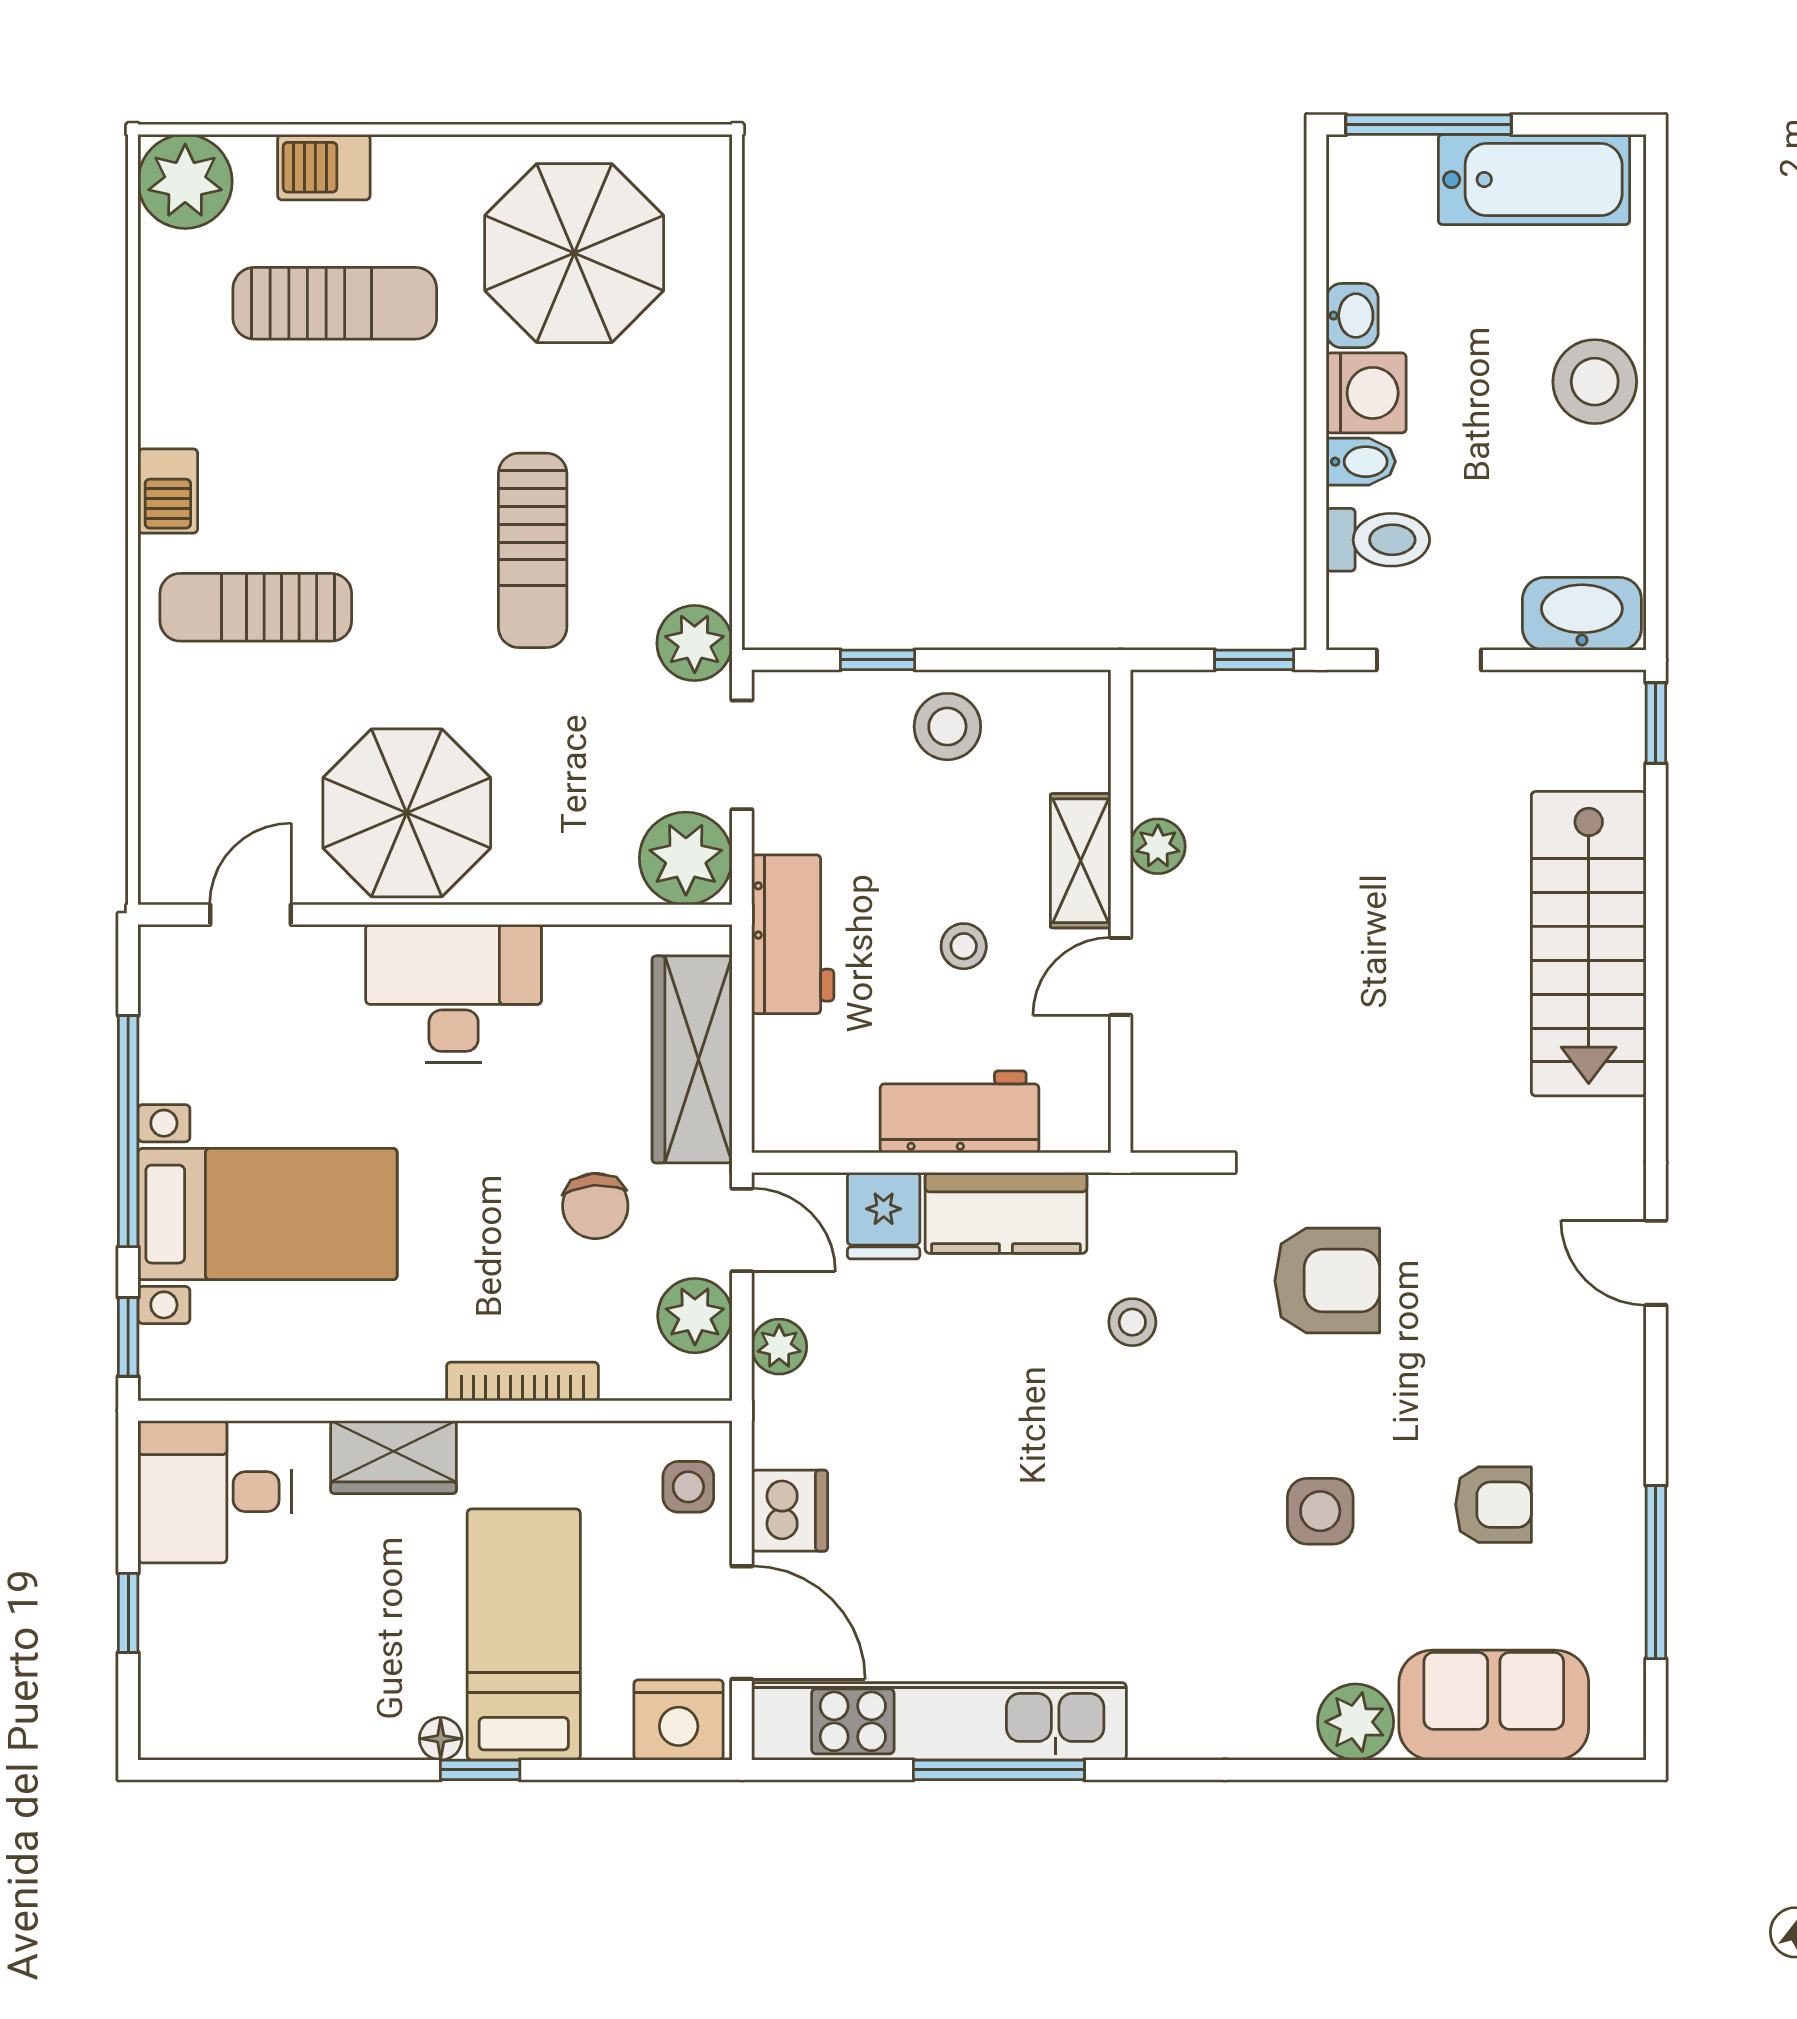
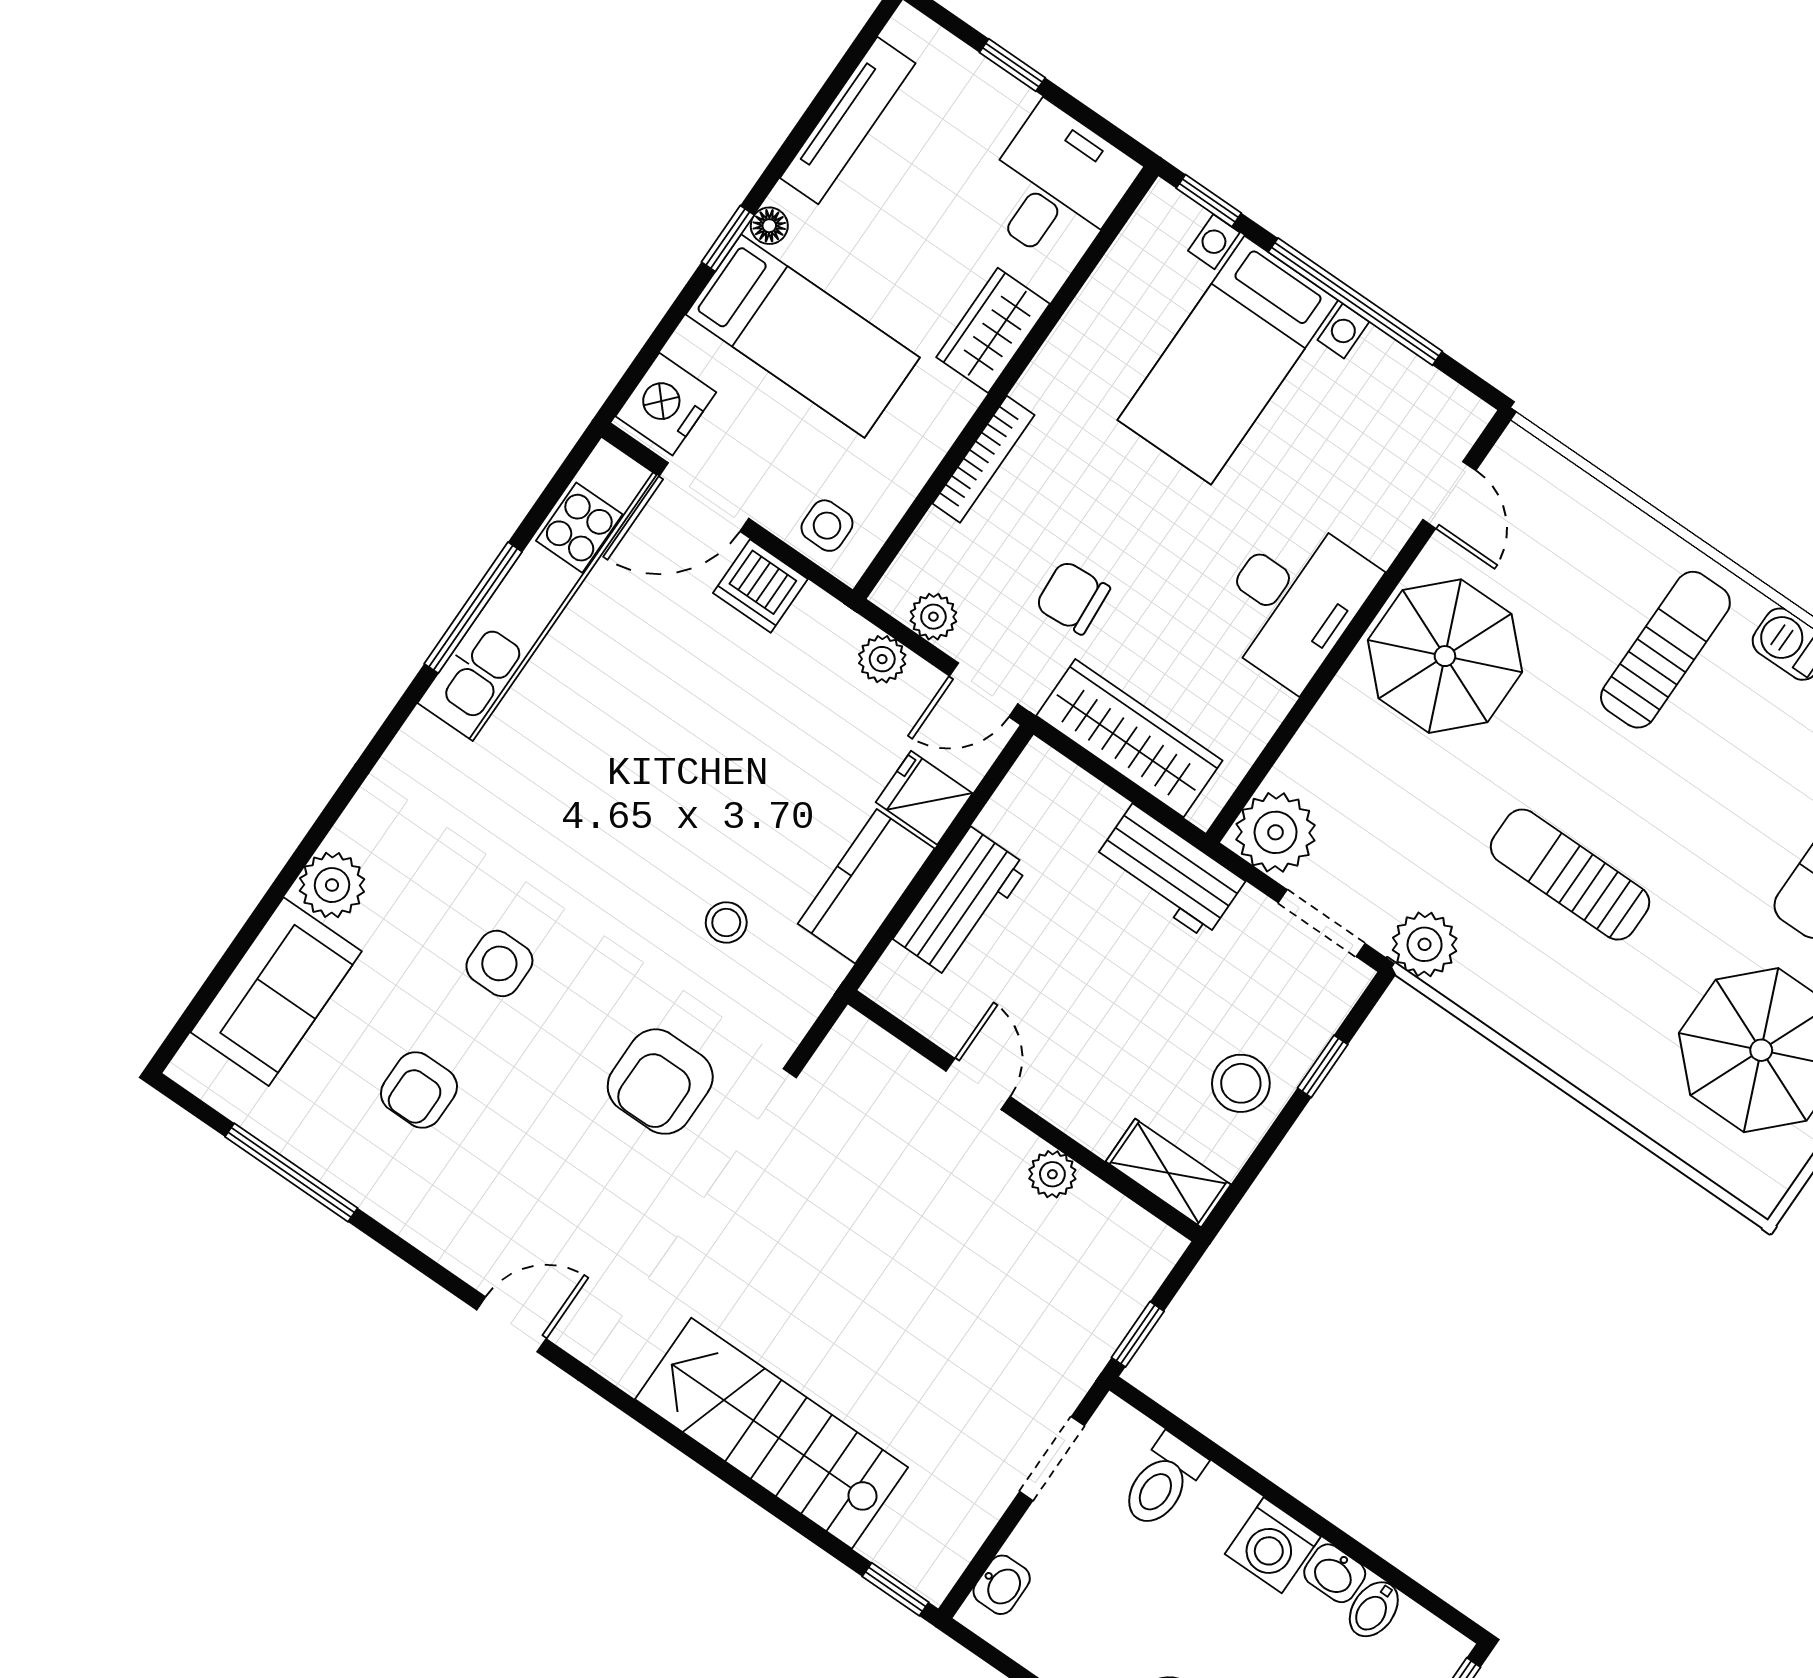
bidet: (1361, 462) -> (1374, 1609), moved
washbasin: (1582, 614) -> (1002, 1585), width x0.52, depth x0.69
shelving: (1081, 861) -> (1168, 1173), moved
stool: (964, 946) -> (1077, 987), removed
plant: (695, 1316) -> (933, 617), width x0.73, depth x0.73
tv unit: (289, 1733) -> (848, 121), added

